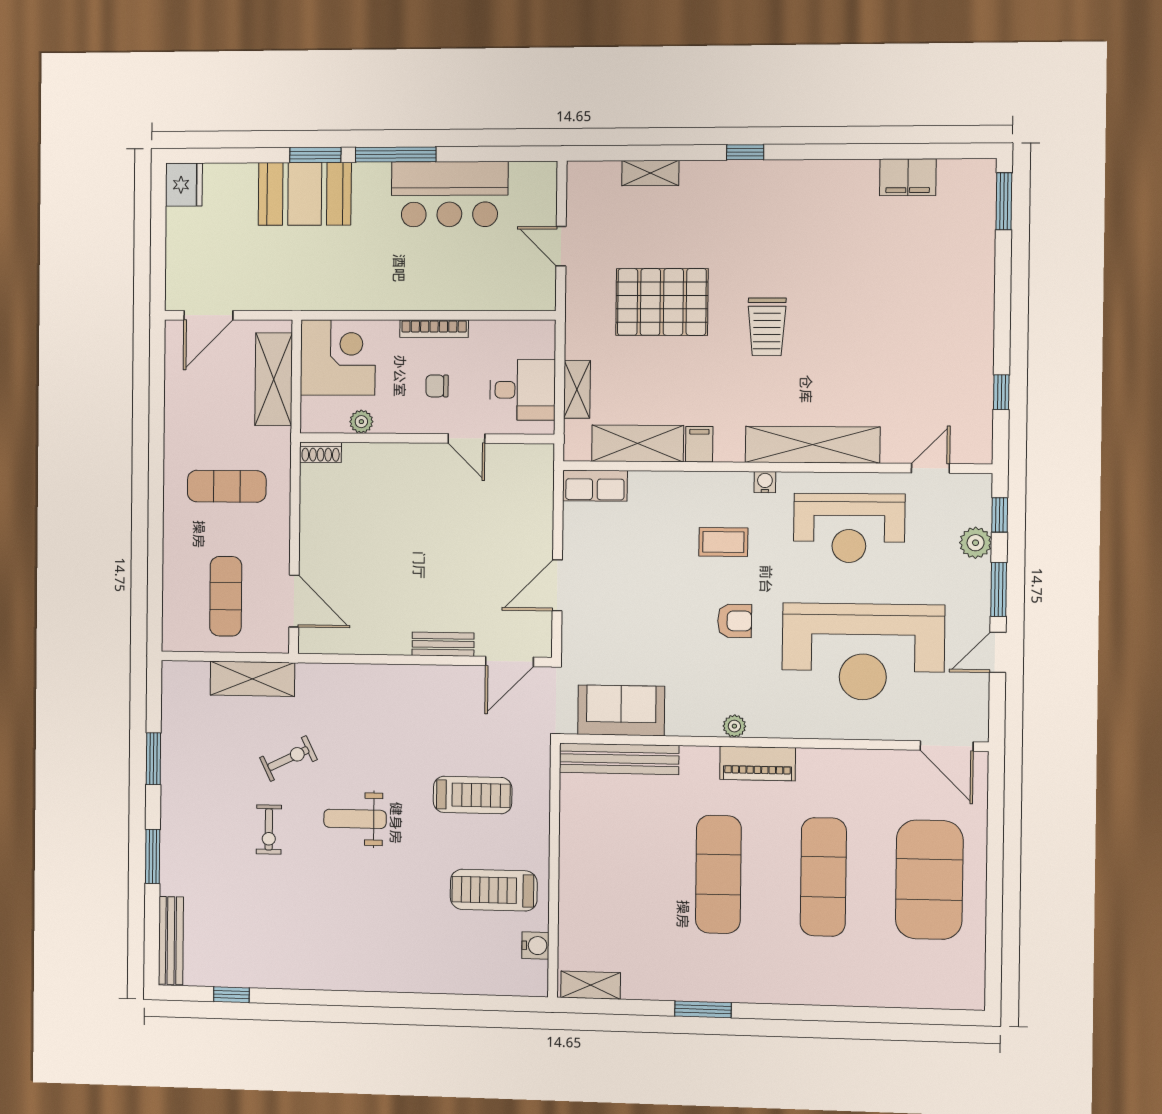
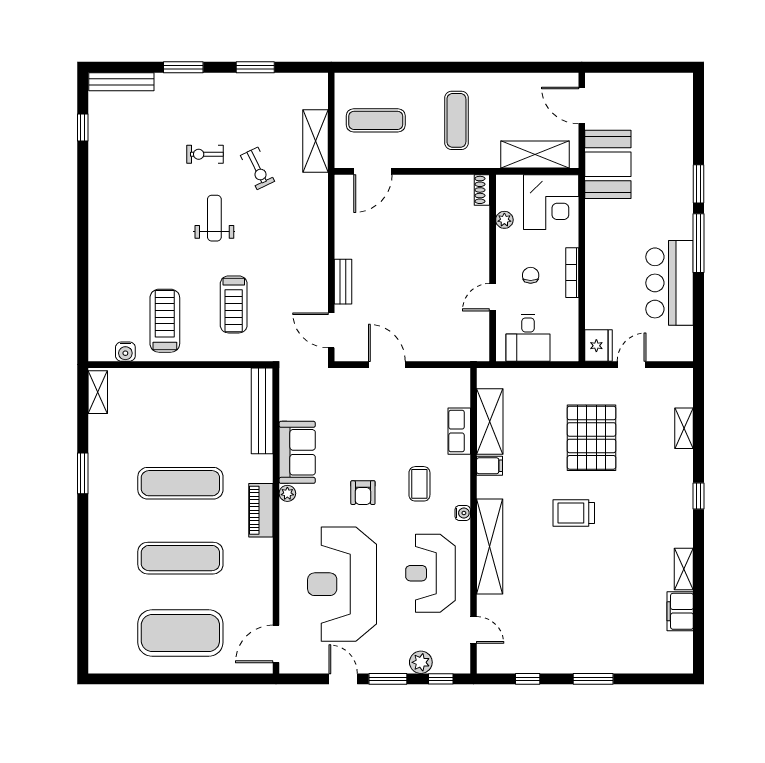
fridge: (184, 185) -> (599, 346), moved, turned -90
booth: (305, 194) -> (608, 164), moved
window: (1004, 201) -> (593, 679), moved
shelving: (577, 389) -> (684, 569), moved, turned 90
row of seats: (595, 486) -> (459, 431), moved
sofa: (621, 710) -> (297, 452), moved

